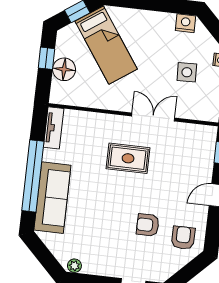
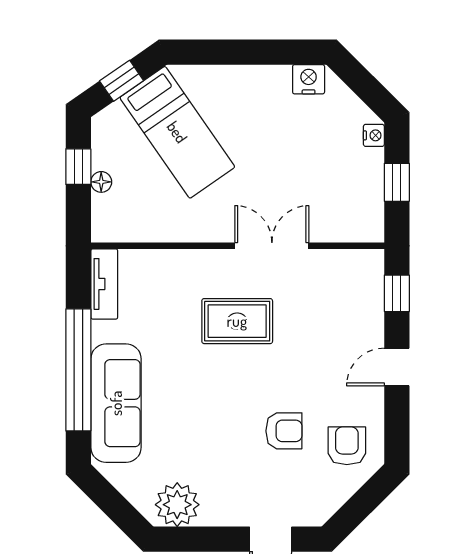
floor lamp: (64, 69) -> (101, 182), width x0.53, depth x0.53
side table: (187, 72) -> (321, 163), removed
armchair: (148, 225) -> (284, 431), turned 180
plant: (74, 266) -> (177, 505), width x1.87, depth x1.87

